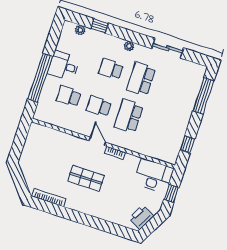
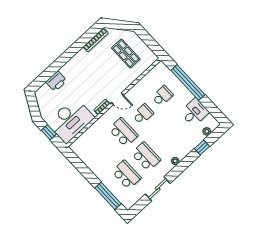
desk: (64, 66) -> (194, 112), moved
school desk: (111, 69) -> (126, 175), moved, width x1.85
window: (187, 144) -> (79, 164), removed
desk: (154, 176) -> (71, 120), width x1.36, depth x1.30
shop shelf: (86, 178) -> (126, 54), moved, turned 90
printer: (141, 217) -> (56, 81), moved, turned 62

